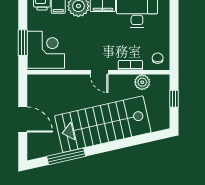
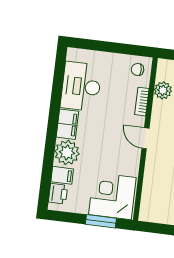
door: (99, 72) -> (145, 138), swing flipped

